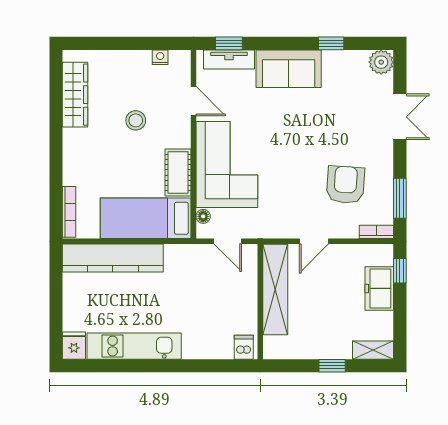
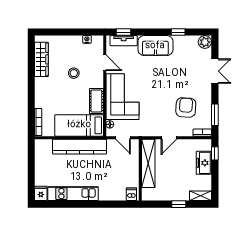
kitchen counter: (113, 258) -> (80, 147), moved

